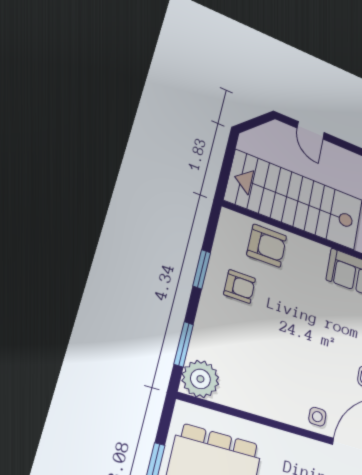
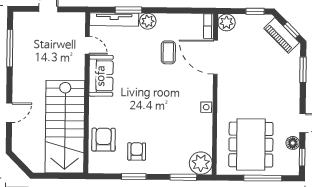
door: (311, 130) -> (9, 113), moved
side table: (317, 417) -> (206, 107), moved

